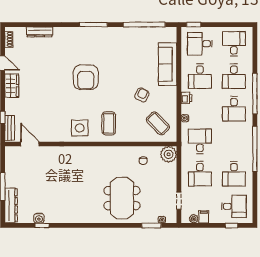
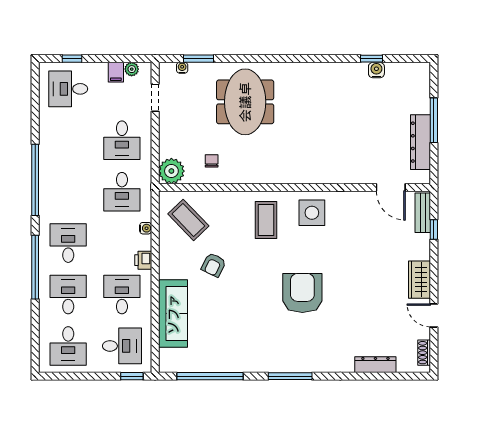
desk: (200, 174) -> (122, 140), turned 180
desk: (234, 174) -> (68, 140), removed
dresser: (11, 205) -> (420, 142), moved

